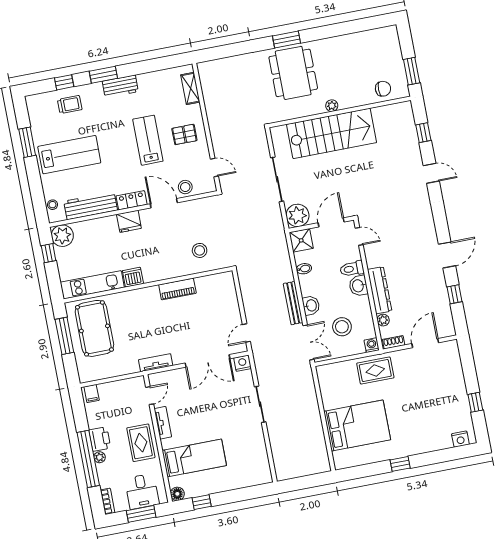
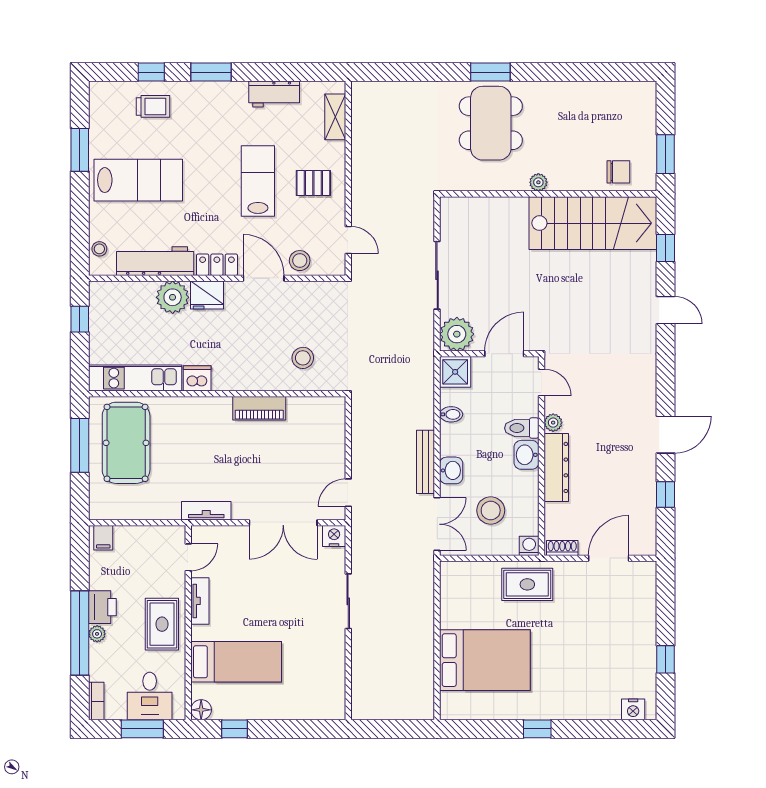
workbench: (120, 86) -> (274, 94), moved
stairs: (332, 133) -> (593, 223), moved
plant: (62, 236) -> (173, 297), moved
plant: (383, 320) -> (553, 423), moved

